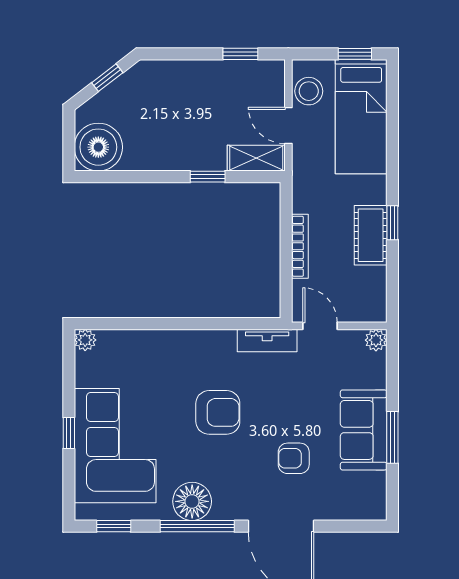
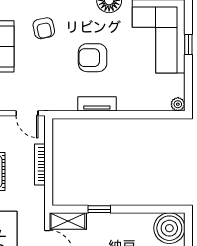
tv unit: (267, 341) -> (97, 104), moved
armchair: (294, 458) -> (44, 28), turned 78

